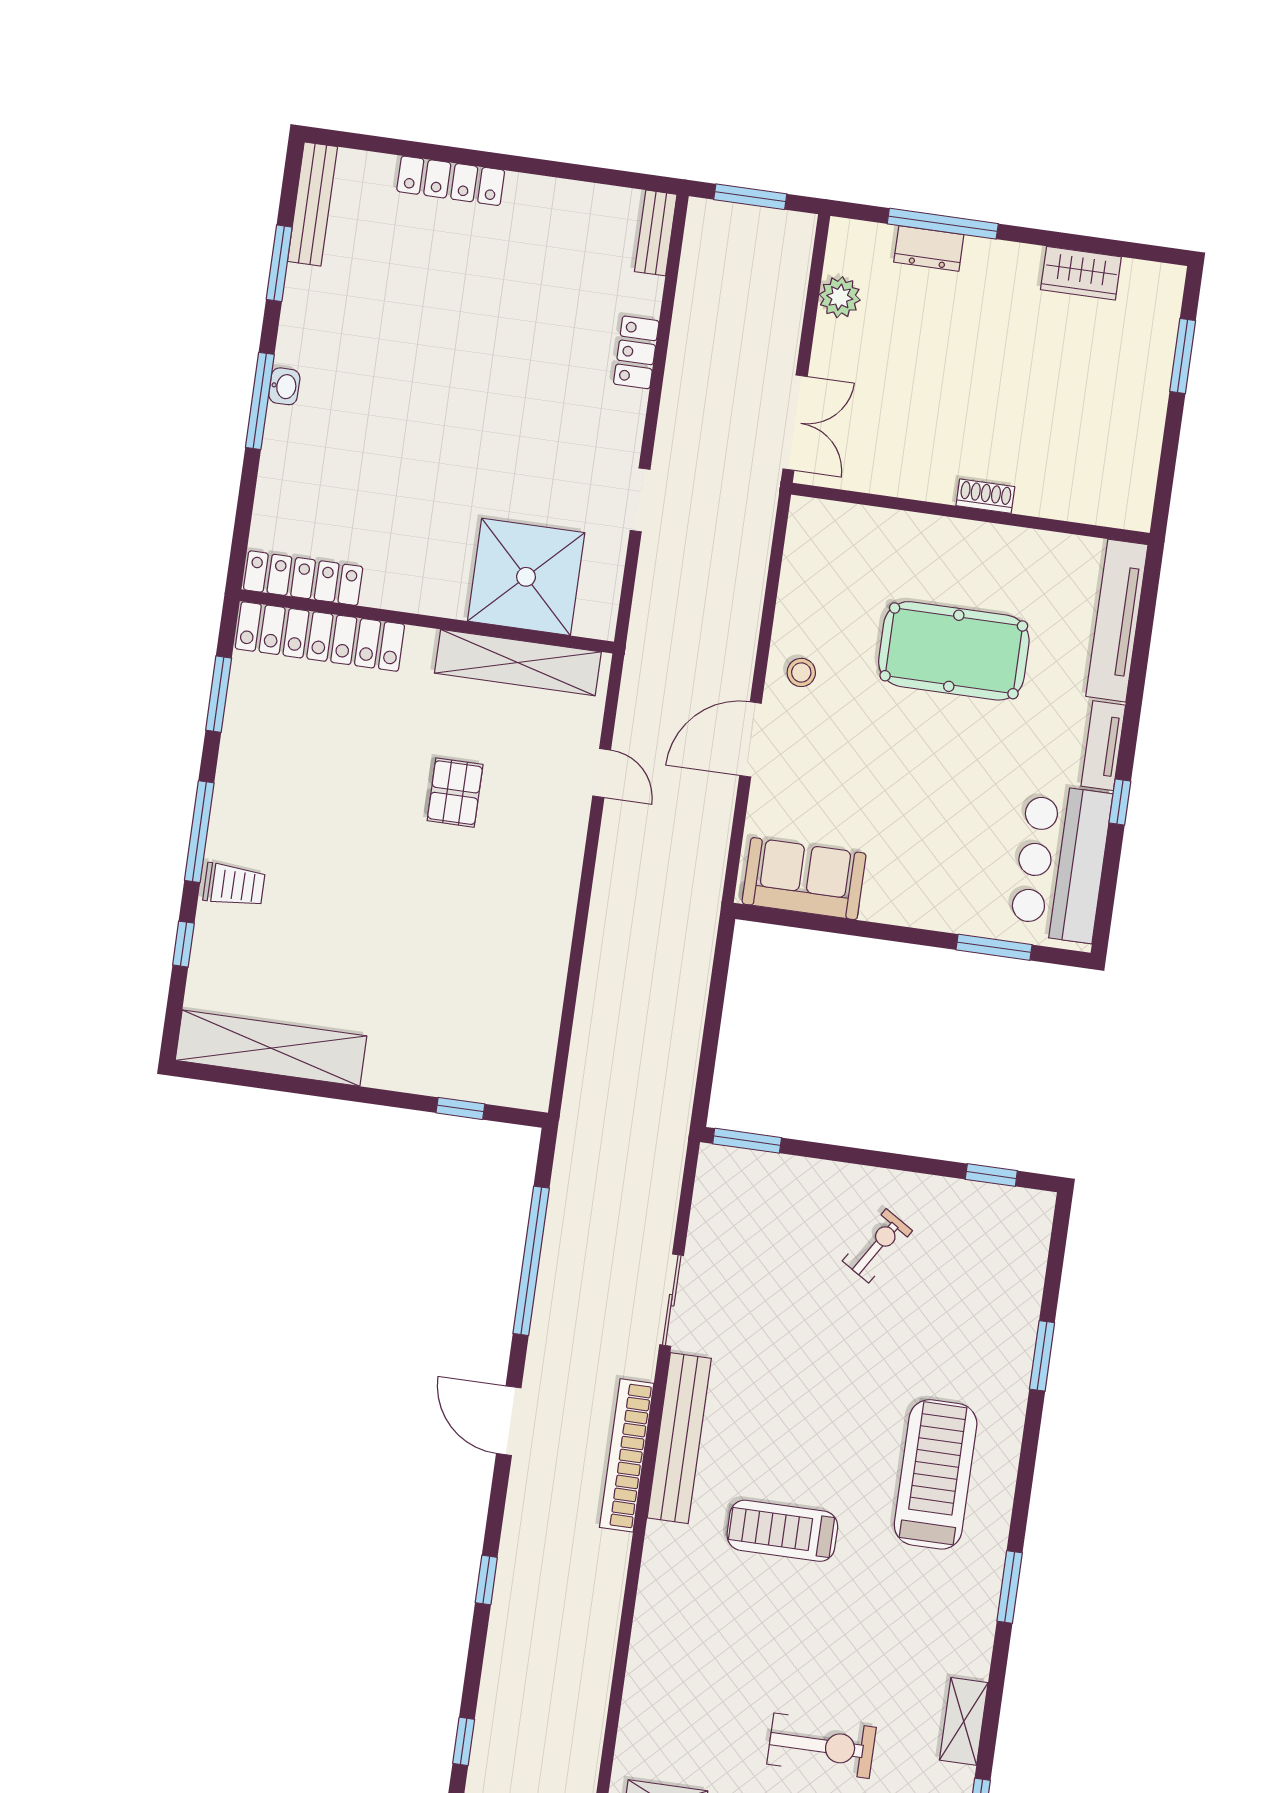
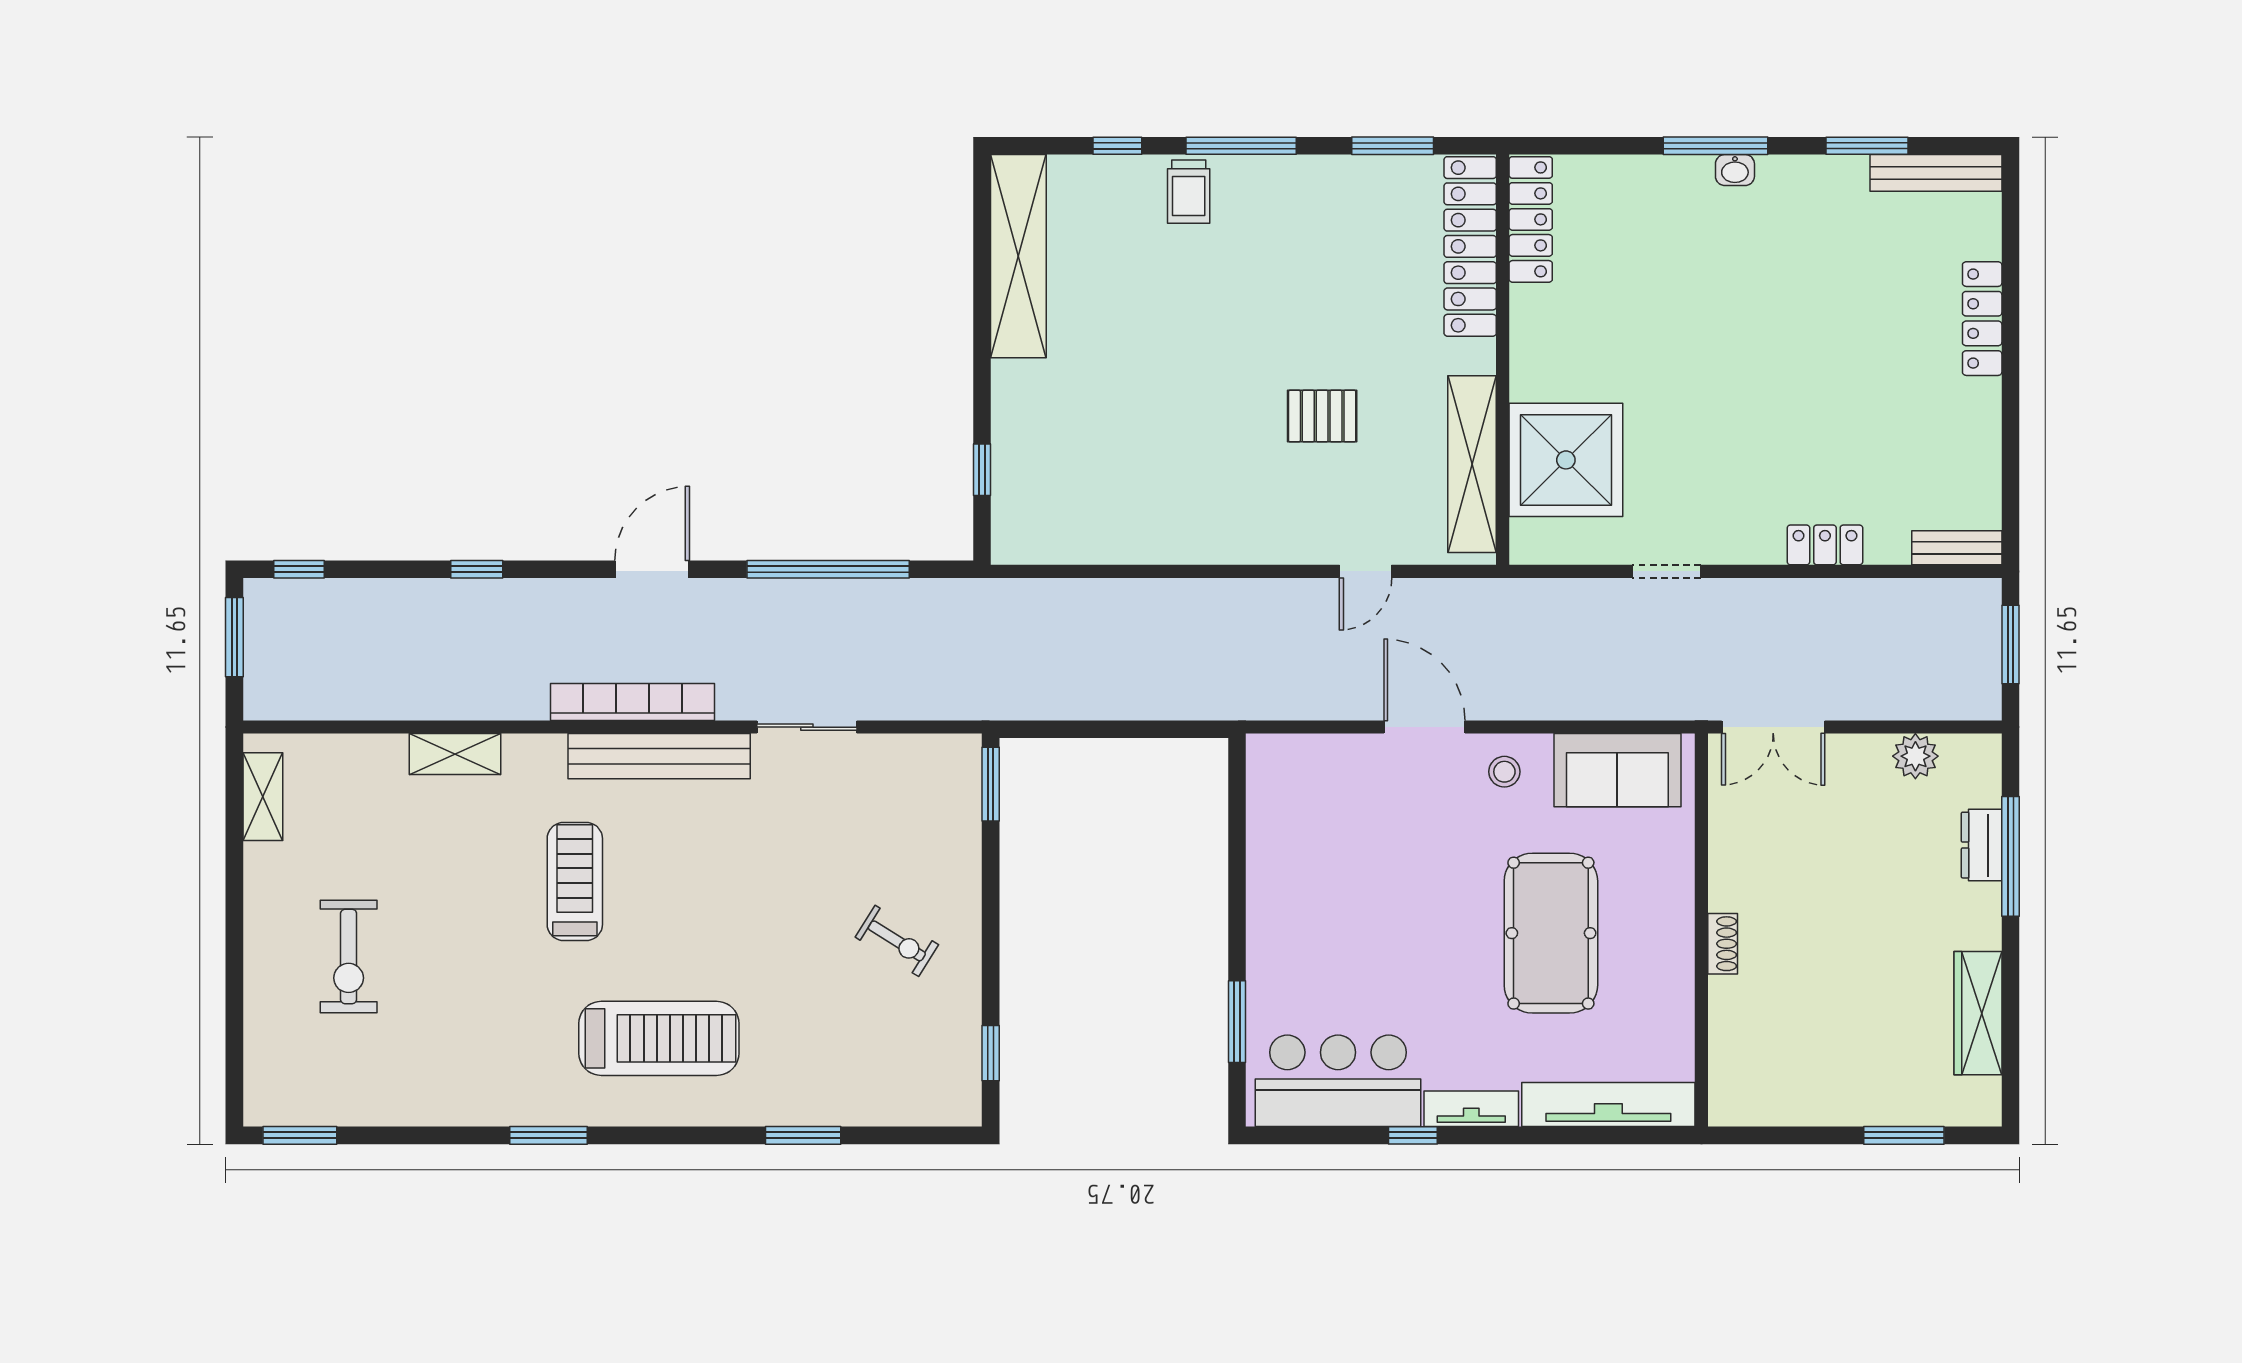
wardrobe: (1081, 273) -> (1978, 1013), width x1.50
sofa: (804, 879) -> (1617, 770), moved, turned 90
shelving: (964, 1721) -> (455, 754), moved

